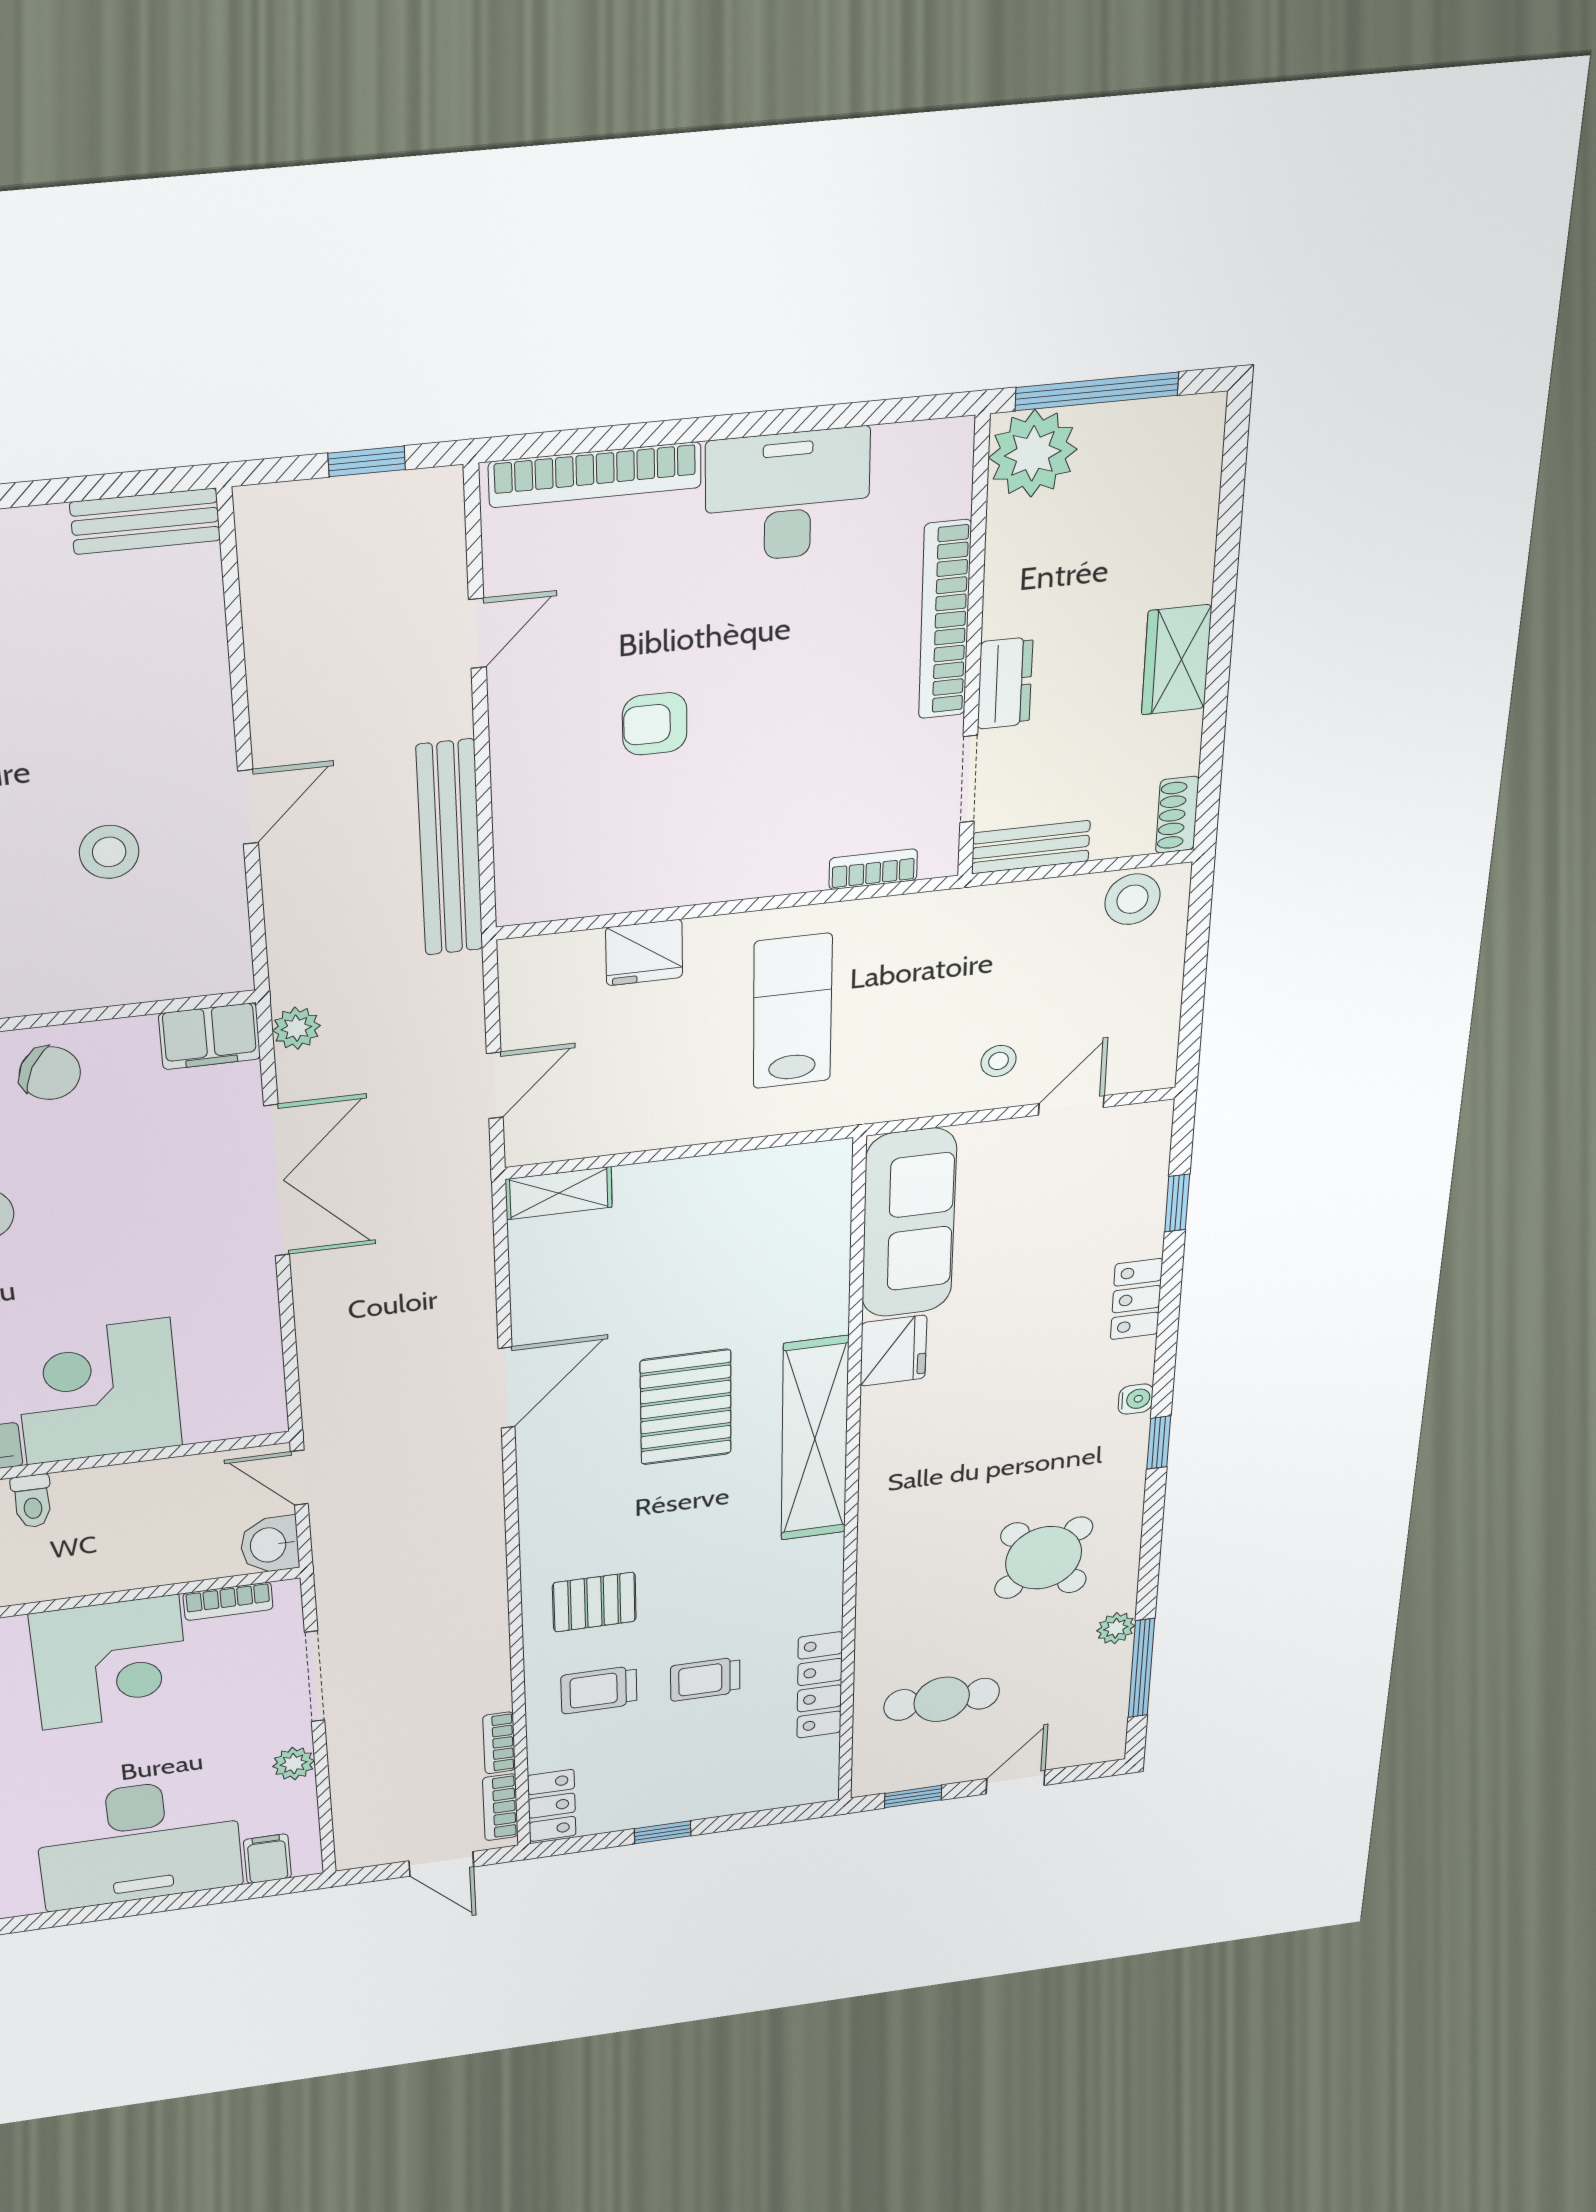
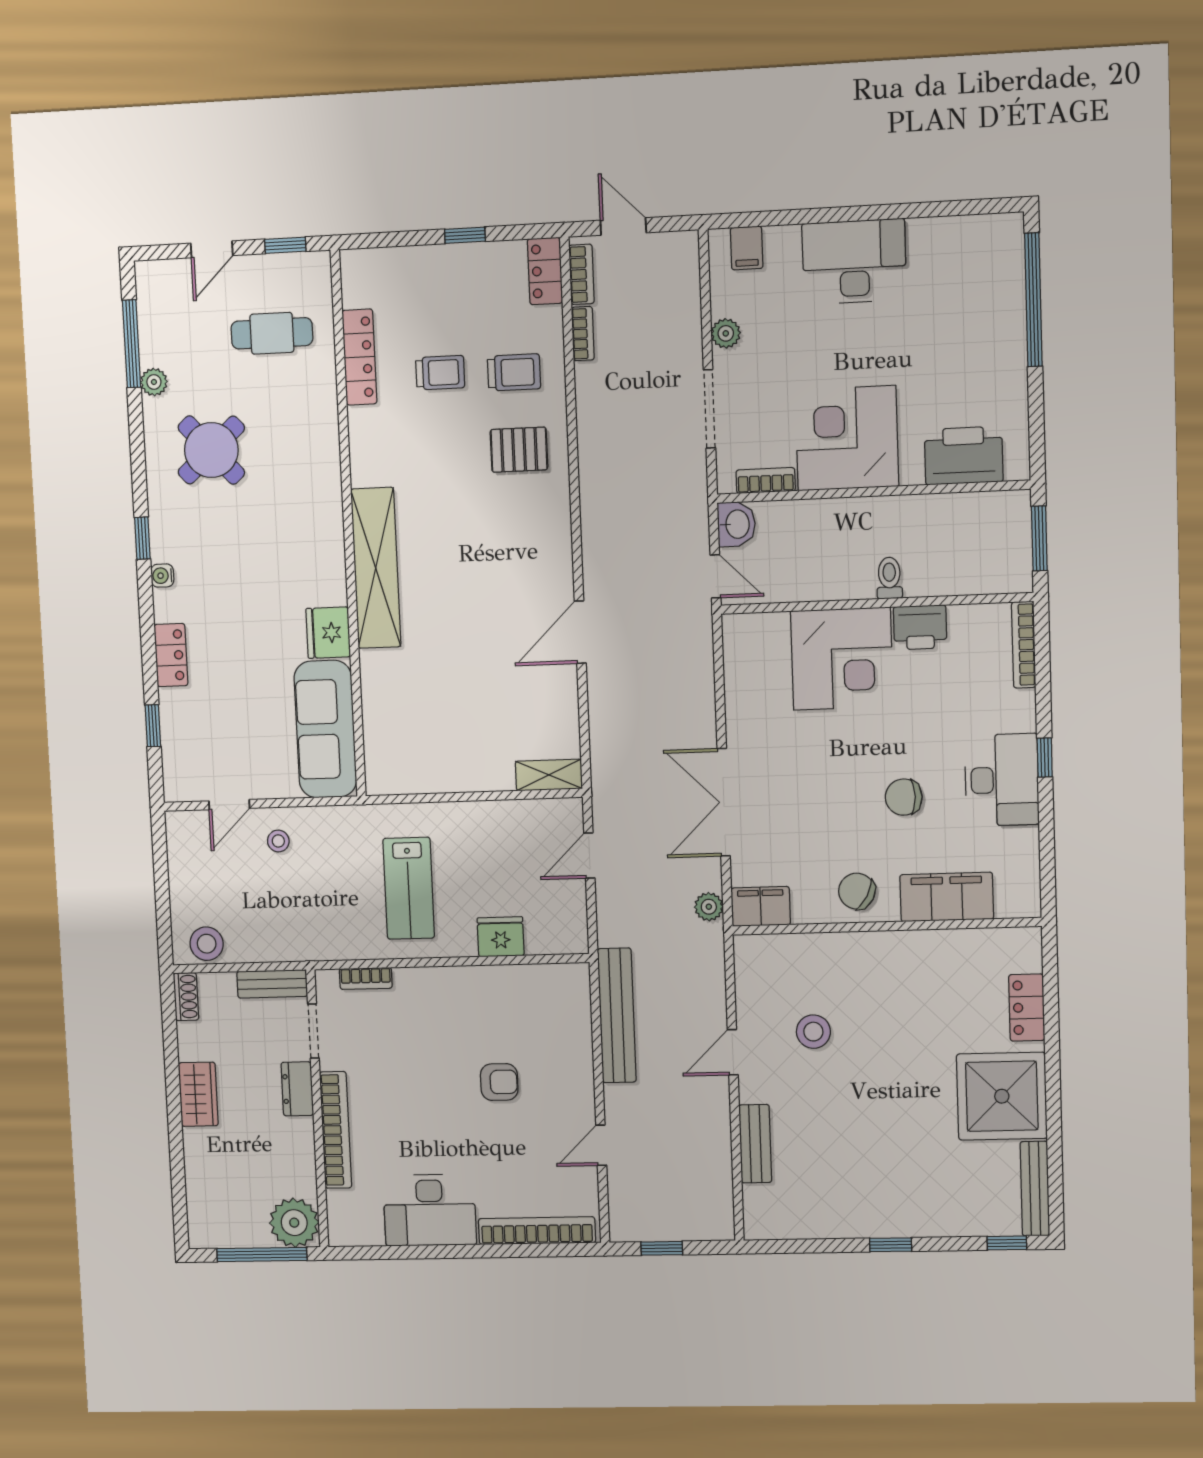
bench: (145, 521) -> (755, 1144), moved, turned 90
pallet: (686, 1407) -> (463, 603), removed
desk: (139, 1843) -> (854, 262), width x0.73, depth x0.77

